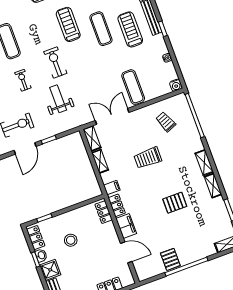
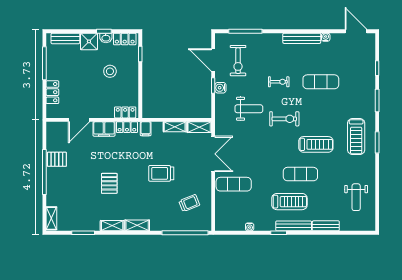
water cooler: (176, 85) -> (220, 88), moved
trolley: (148, 158) -> (161, 173), turned -90

